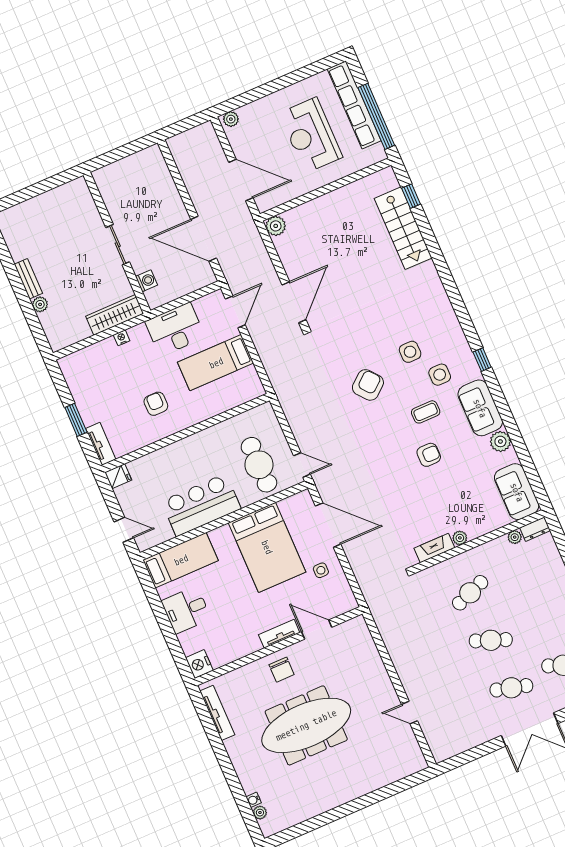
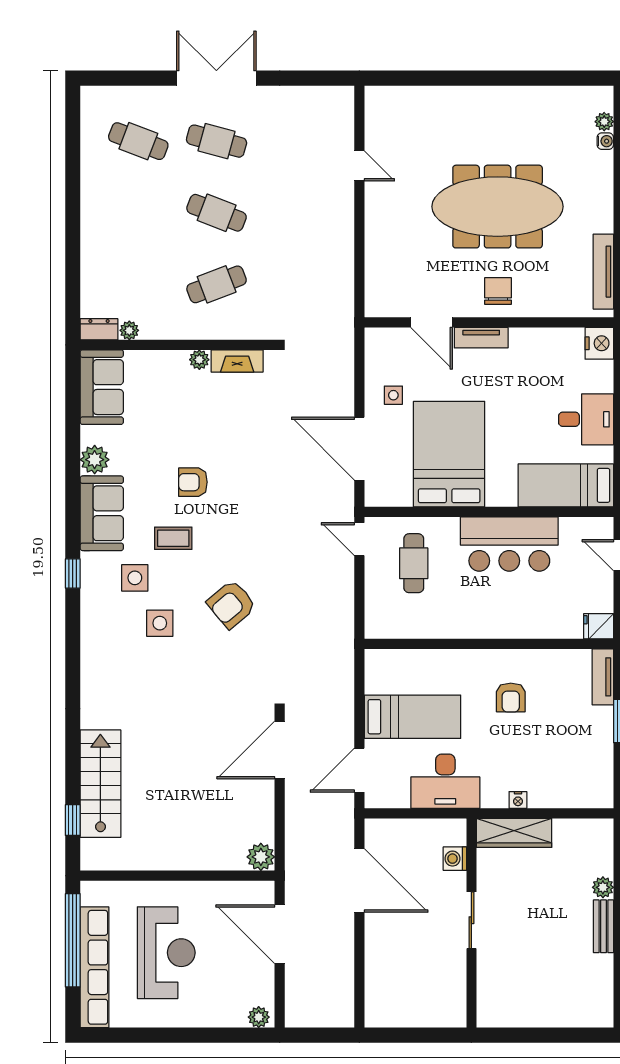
cafe table: (259, 465) -> (414, 563), width x0.73, depth x0.74

